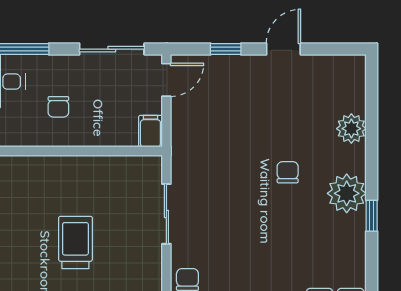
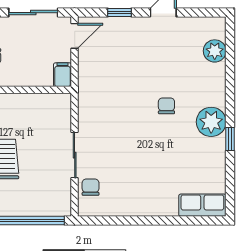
plant: (351, 129) -> (215, 51), moved
sliding door: (166, 214) -> (75, 155), moved

